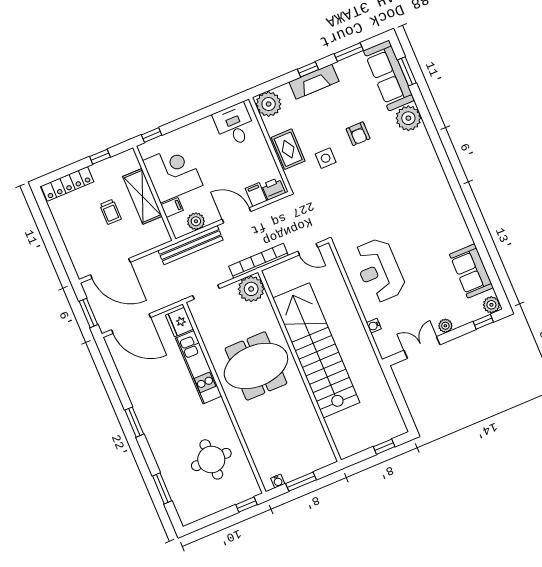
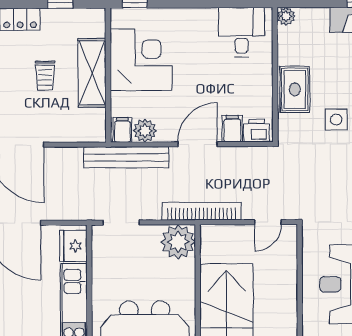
plant: (269, 104) -> (286, 16), width x0.53, depth x0.53
filing cabinet: (172, 207) -> (122, 130), moved, turned -90
door: (236, 215) -> (198, 144), hinge flipped
door: (308, 249) -> (268, 222), hinge flipped

